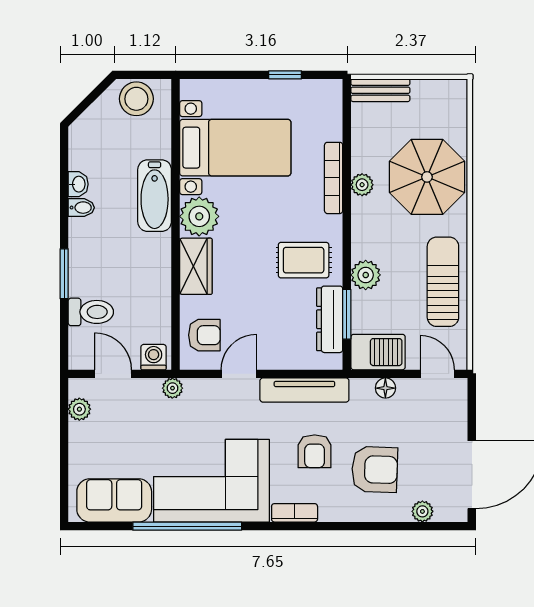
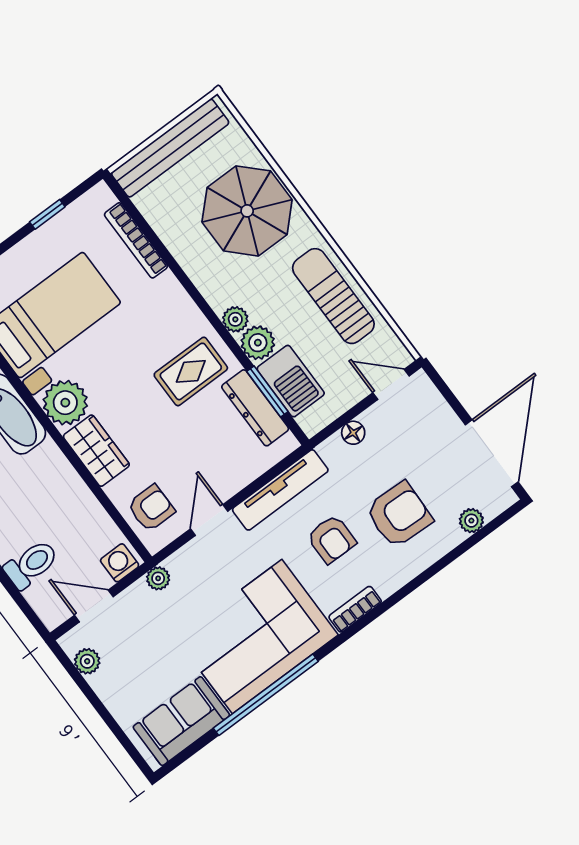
bench: (380, 90) -> (170, 148), width x1.86, depth x1.21
bookcase: (334, 178) -> (136, 240), moved
plant: (362, 185) -> (235, 319), moved
barbecue: (378, 352) -> (291, 381), moved, turned 90

